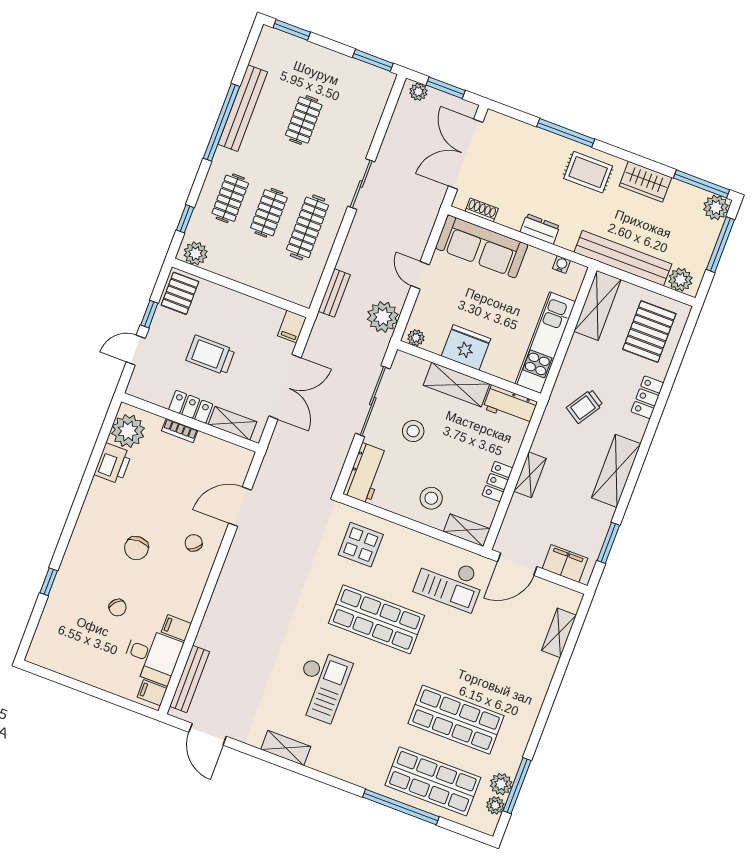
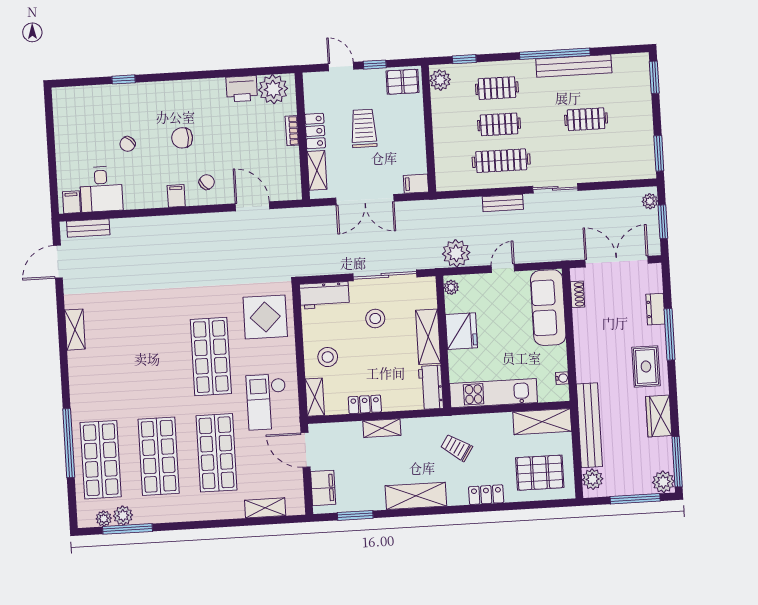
dresser: (540, 229) -> (655, 309), moved, turned 180
bench: (334, 293) -> (503, 203), moved
display table: (361, 545) -> (265, 317), width x1.36, depth x1.36
filing cabinet: (176, 628) -> (176, 196), moved
shop shelf: (479, 658) -> (217, 453), added
bench: (190, 679) -> (88, 228), width x0.73
checkout: (321, 686) -> (137, 335), removed

